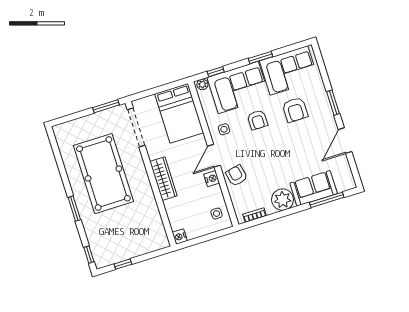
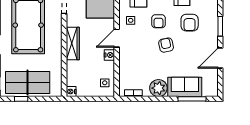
armchair: (237, 176) -> (166, 45), moved
table tennis table: (124, 242) -> (28, 82), added

